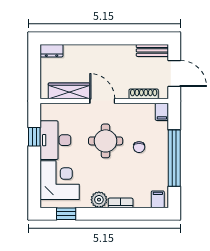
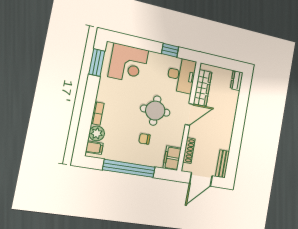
filing cabinet: (162, 112) -> (172, 158), width x2.00
desk: (55, 140) -> (181, 75), moved, turned 90
plant: (99, 200) -> (97, 133), moved
window: (66, 214) -> (97, 63), width x1.50

